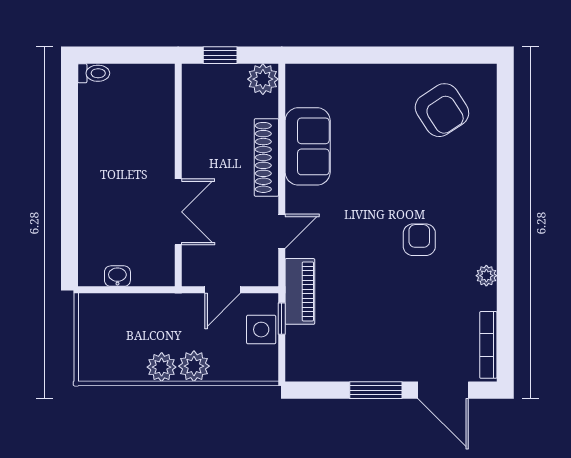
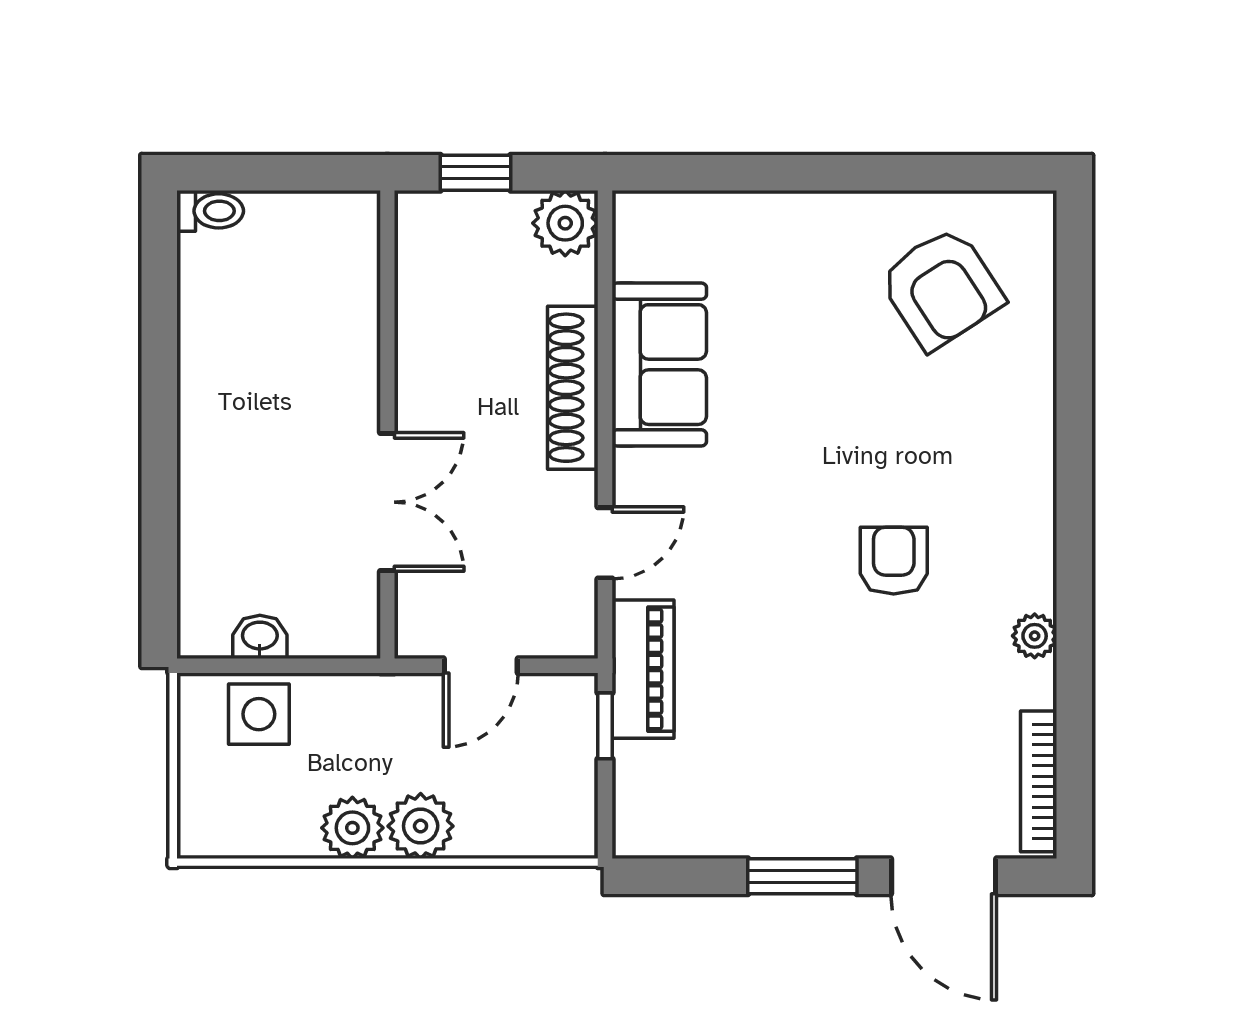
side table: (261, 330) -> (259, 714), moved

